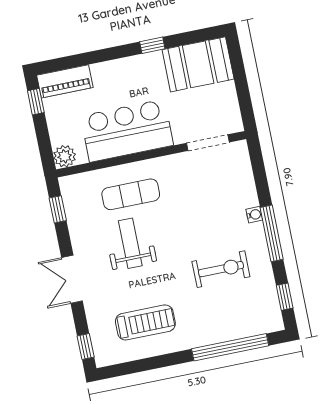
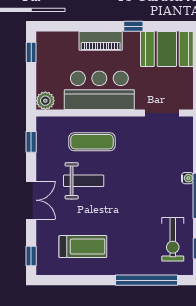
piano: (65, 81) -> (101, 41), moved
weight bench: (130, 243) -> (84, 181), turned 90
exercise bike: (221, 269) -> (173, 239), moved, turned 90
double door: (72, 279) -> (31, 200), swing flipped

